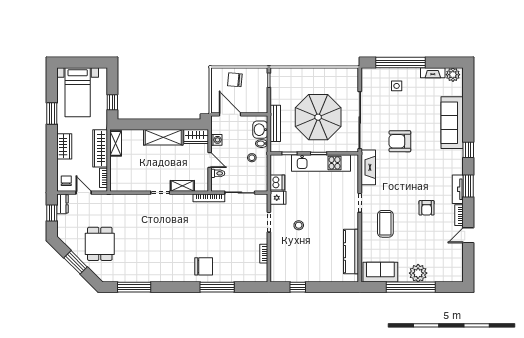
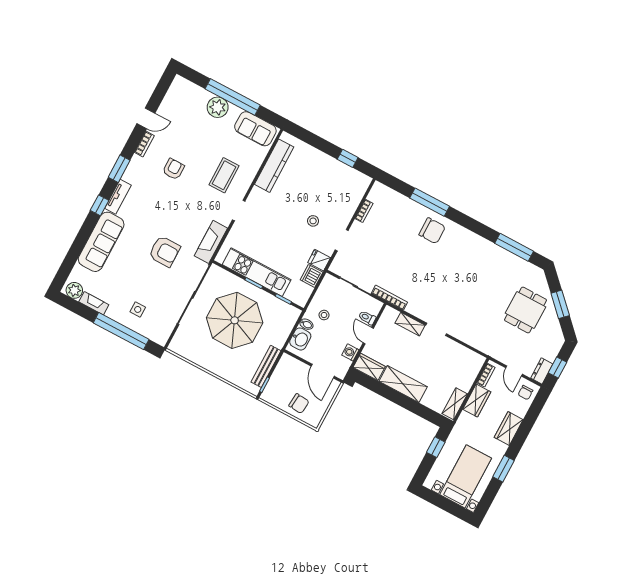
bench: (275, 123) -> (266, 366), moved
wardrobe: (100, 148) -> (477, 401), width x0.67
tv unit: (458, 189) -> (118, 197), moved
chair: (204, 266) -> (432, 231), turned 180

